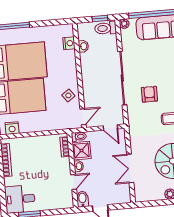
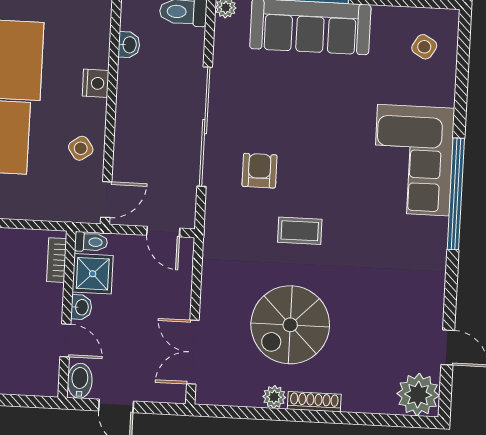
nightstand: (69, 43) -> (96, 83), moved
double door: (130, 168) -> (193, 352), moved
door: (74, 182) -> (65, 340), hinge flipped

